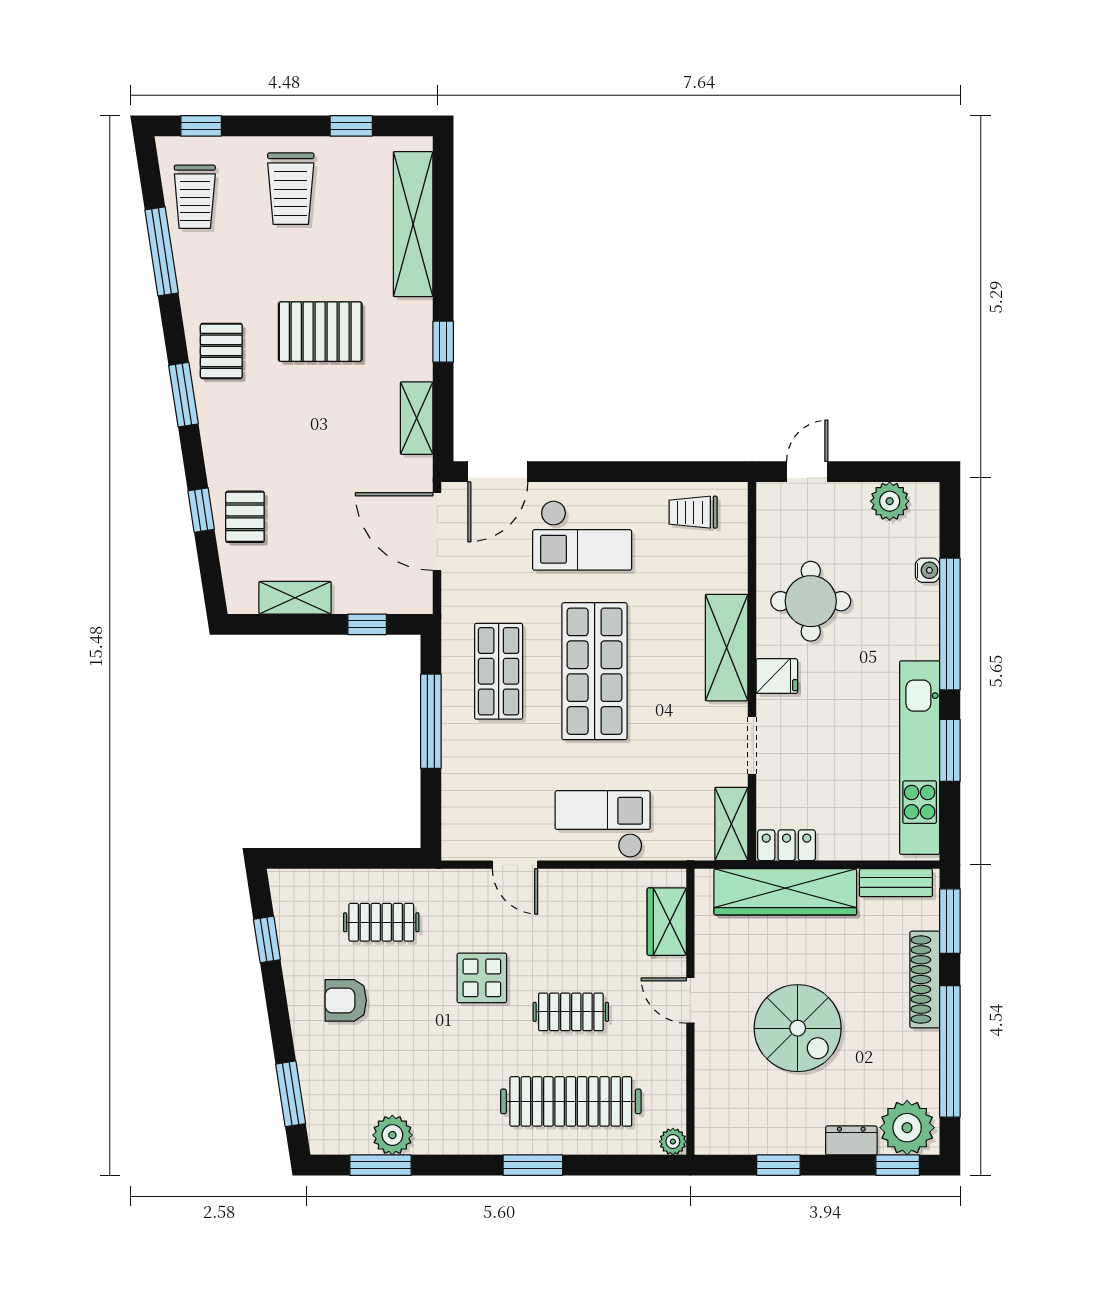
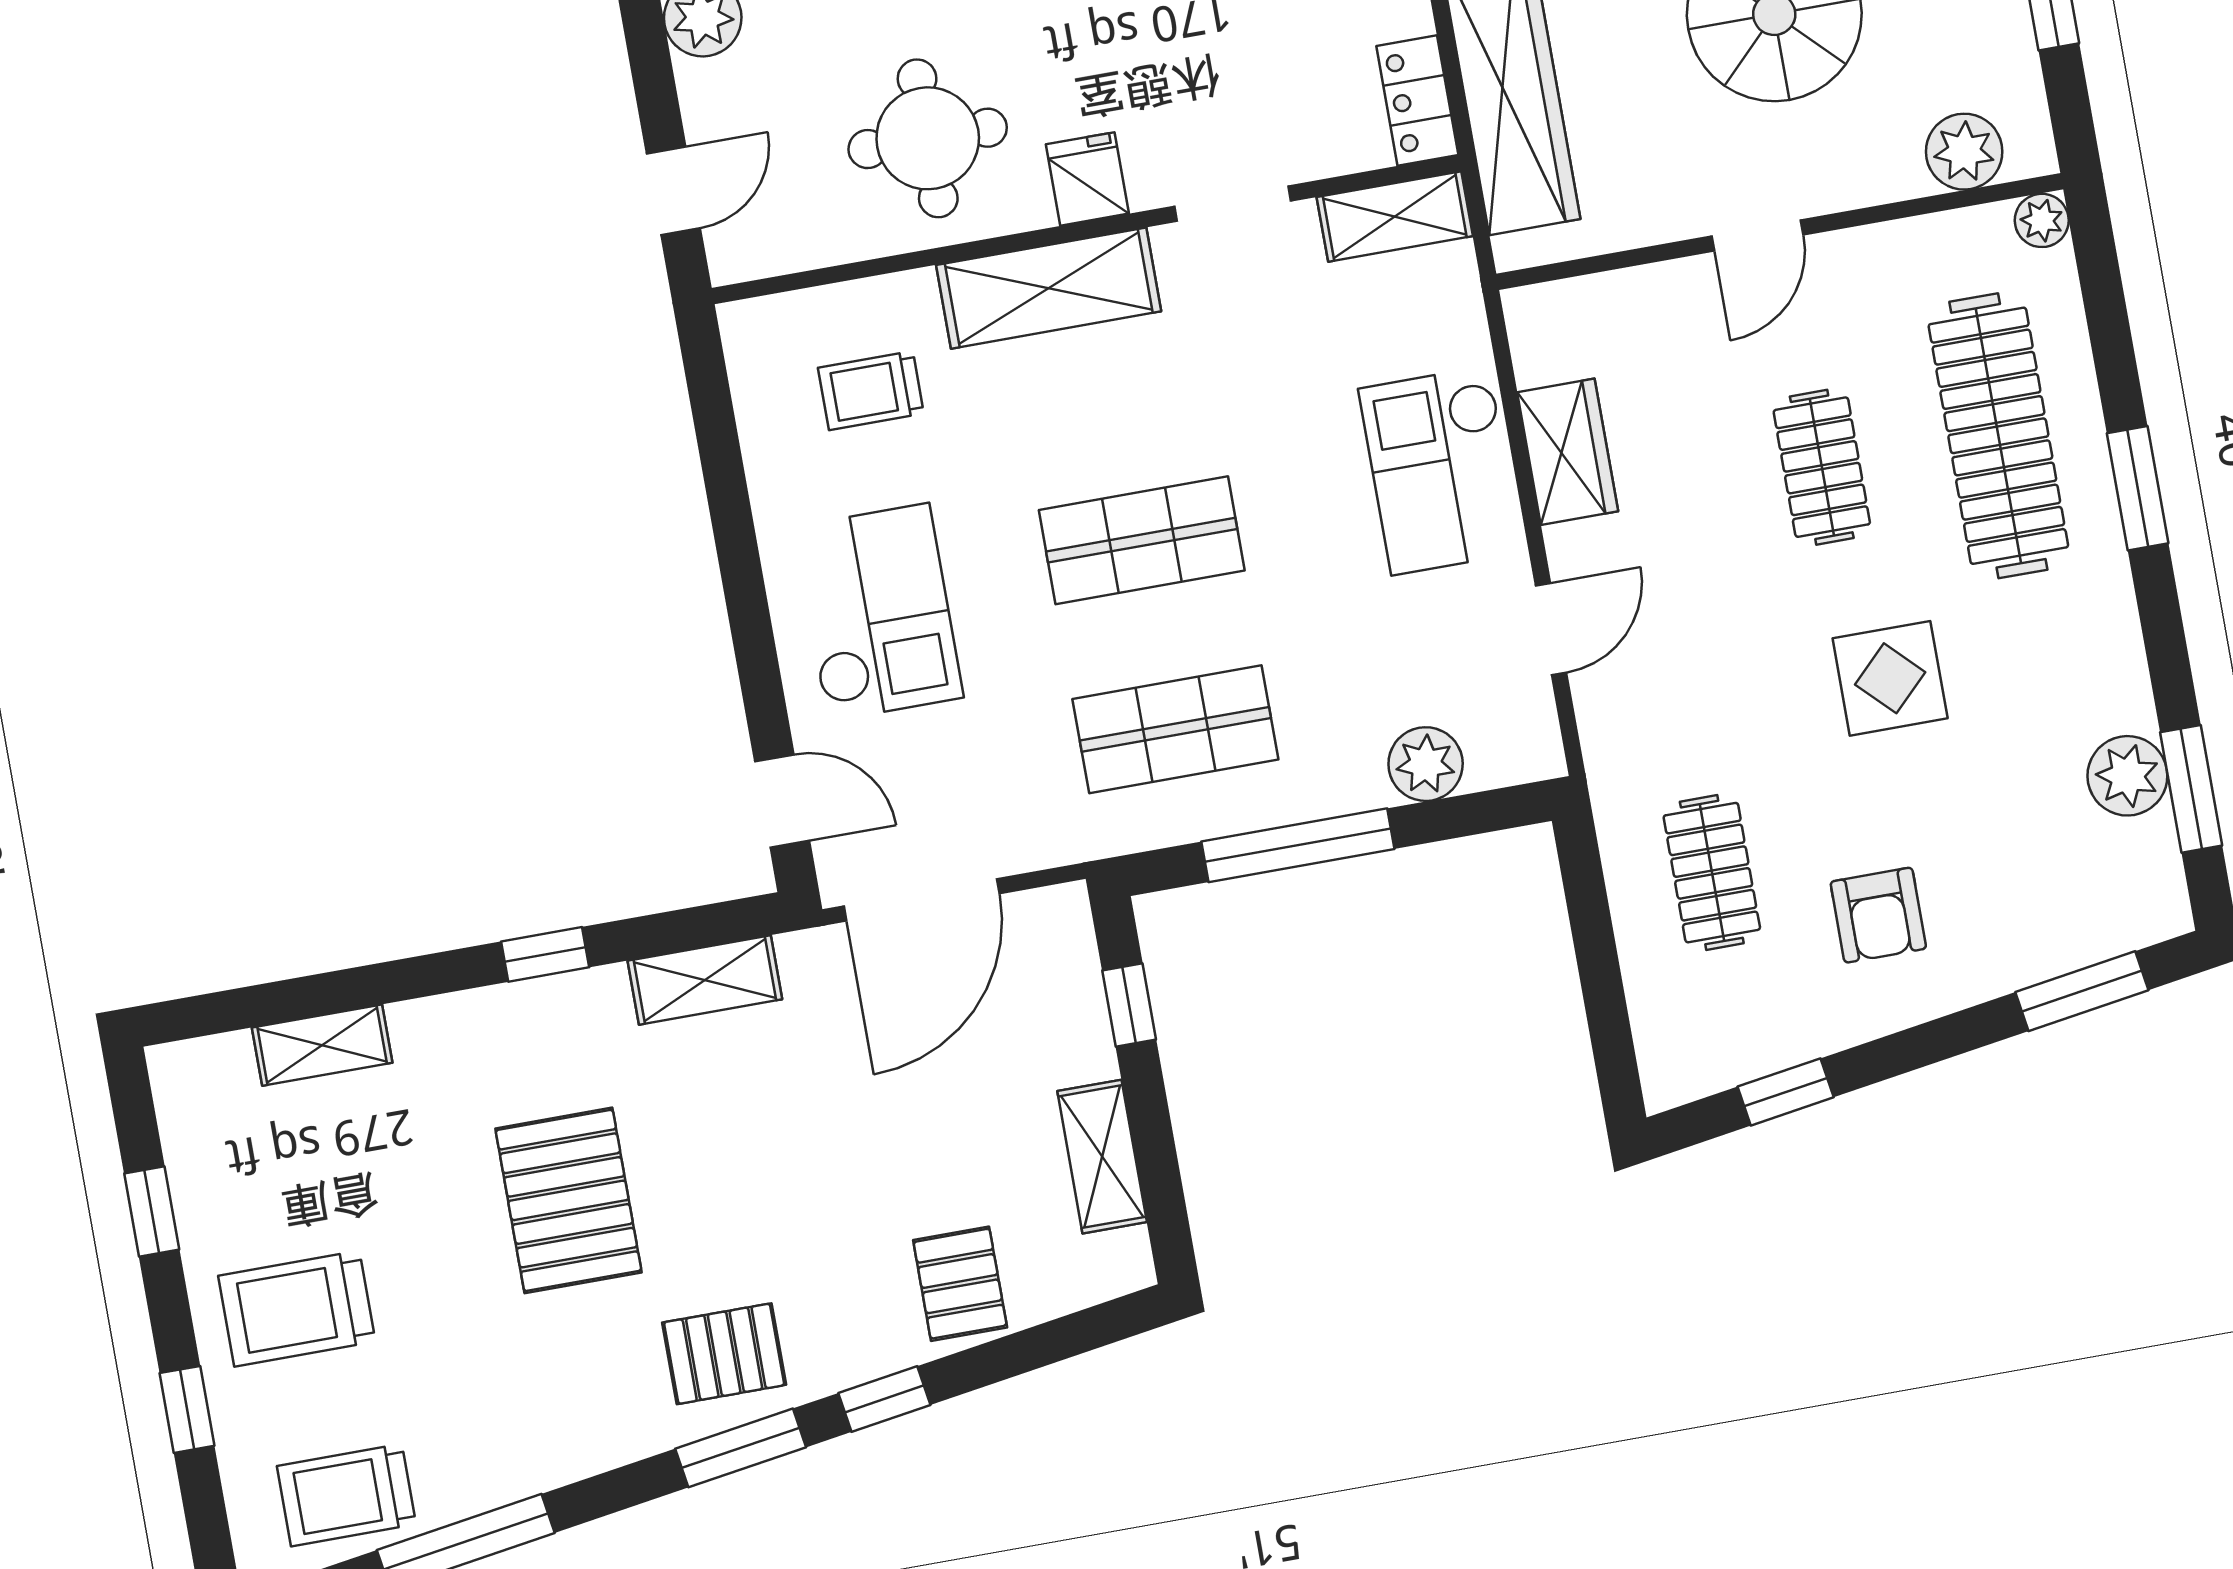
window: (201, 126) -> (187, 1409), moved
trolley: (291, 189) -> (297, 1309), turned 180
trolley: (195, 197) -> (347, 1495), turned 180
shelving: (413, 224) -> (322, 1045), width x0.45, depth x0.75
pallet: (221, 351) -> (724, 1354), moved
door: (498, 472) -> (782, 801), width x0.73
door: (807, 472) -> (673, 191), swing flipped
window: (201, 510) -> (884, 1399), moved
trolley: (693, 512) -> (871, 391), moved, turned 90
pallet: (245, 517) -> (960, 1284), turned 90
shop shelf: (595, 671) -> (1142, 540), width x0.70, depth x0.74
plant: (460, 791) -> (1426, 764), added
wardrobe: (667, 922) -> (1568, 452), moved, turned -90
display table: (482, 978) -> (1890, 678), moved
plant: (713, 1109) -> (1964, 152), added

